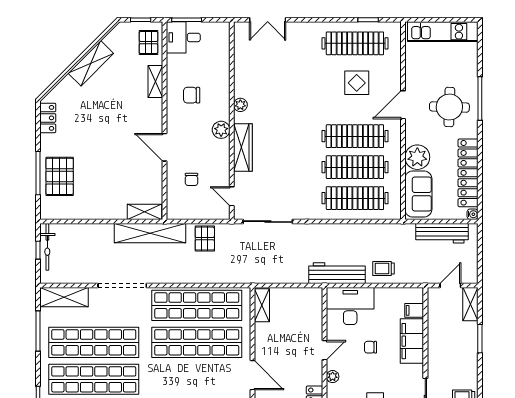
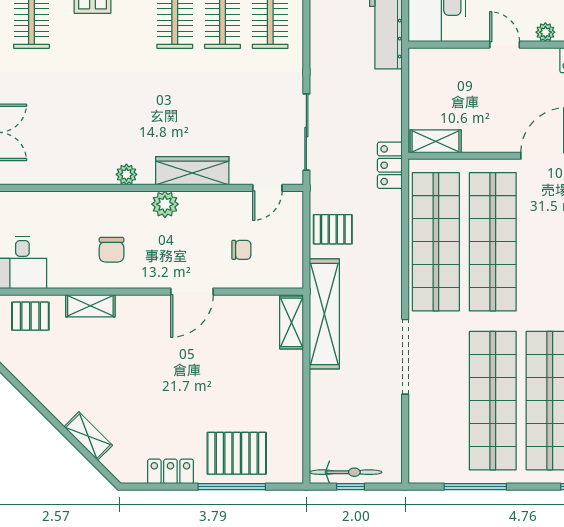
shelving: (91, 63) -> (88, 436), moved, width x0.67, depth x0.75
locker: (48, 118) -> (170, 471), moved
locker: (246, 276) -> (390, 165), added
shelving: (64, 297) -> (423, 447), removed

